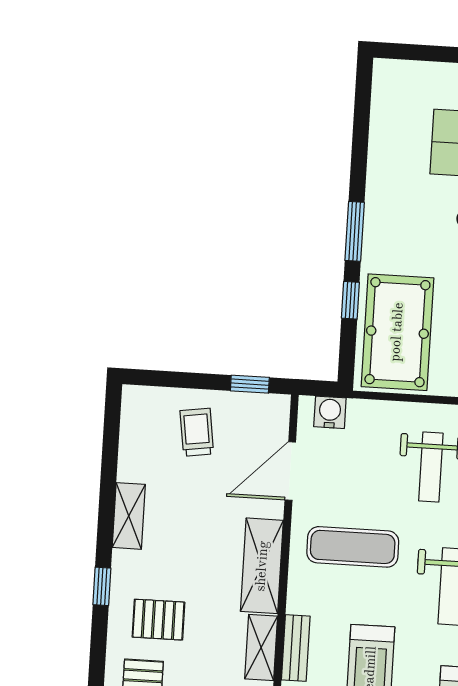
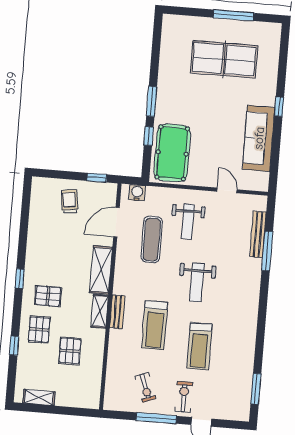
shelving: (129, 516) -> (34, 243), removed
exercise mat: (353, 547) -> (152, 239), moved, turned 90

